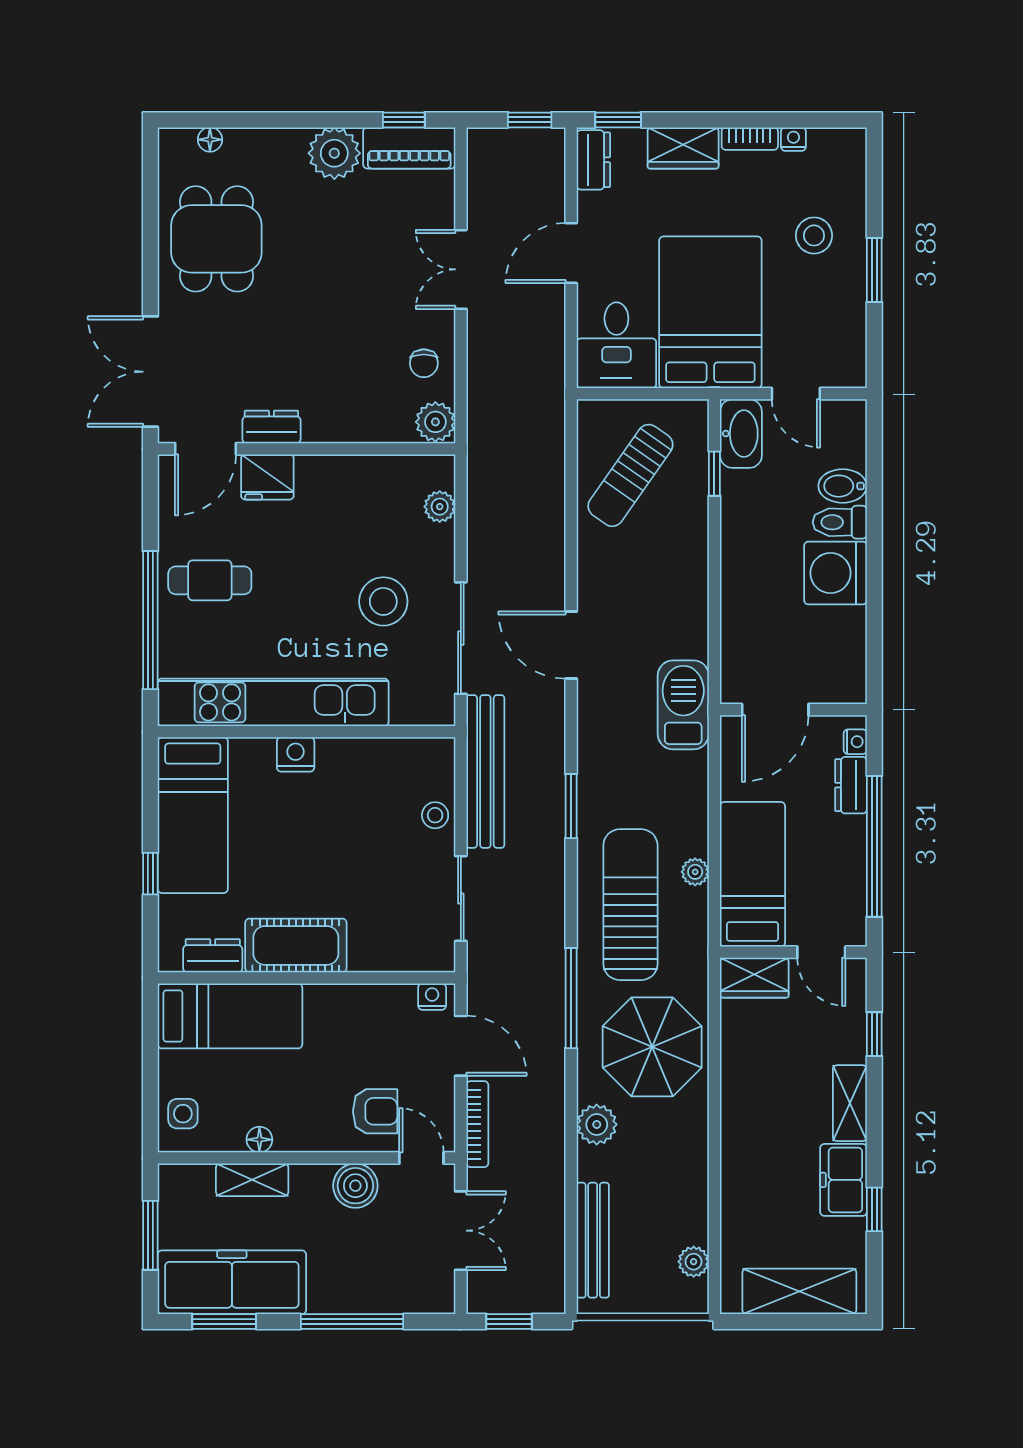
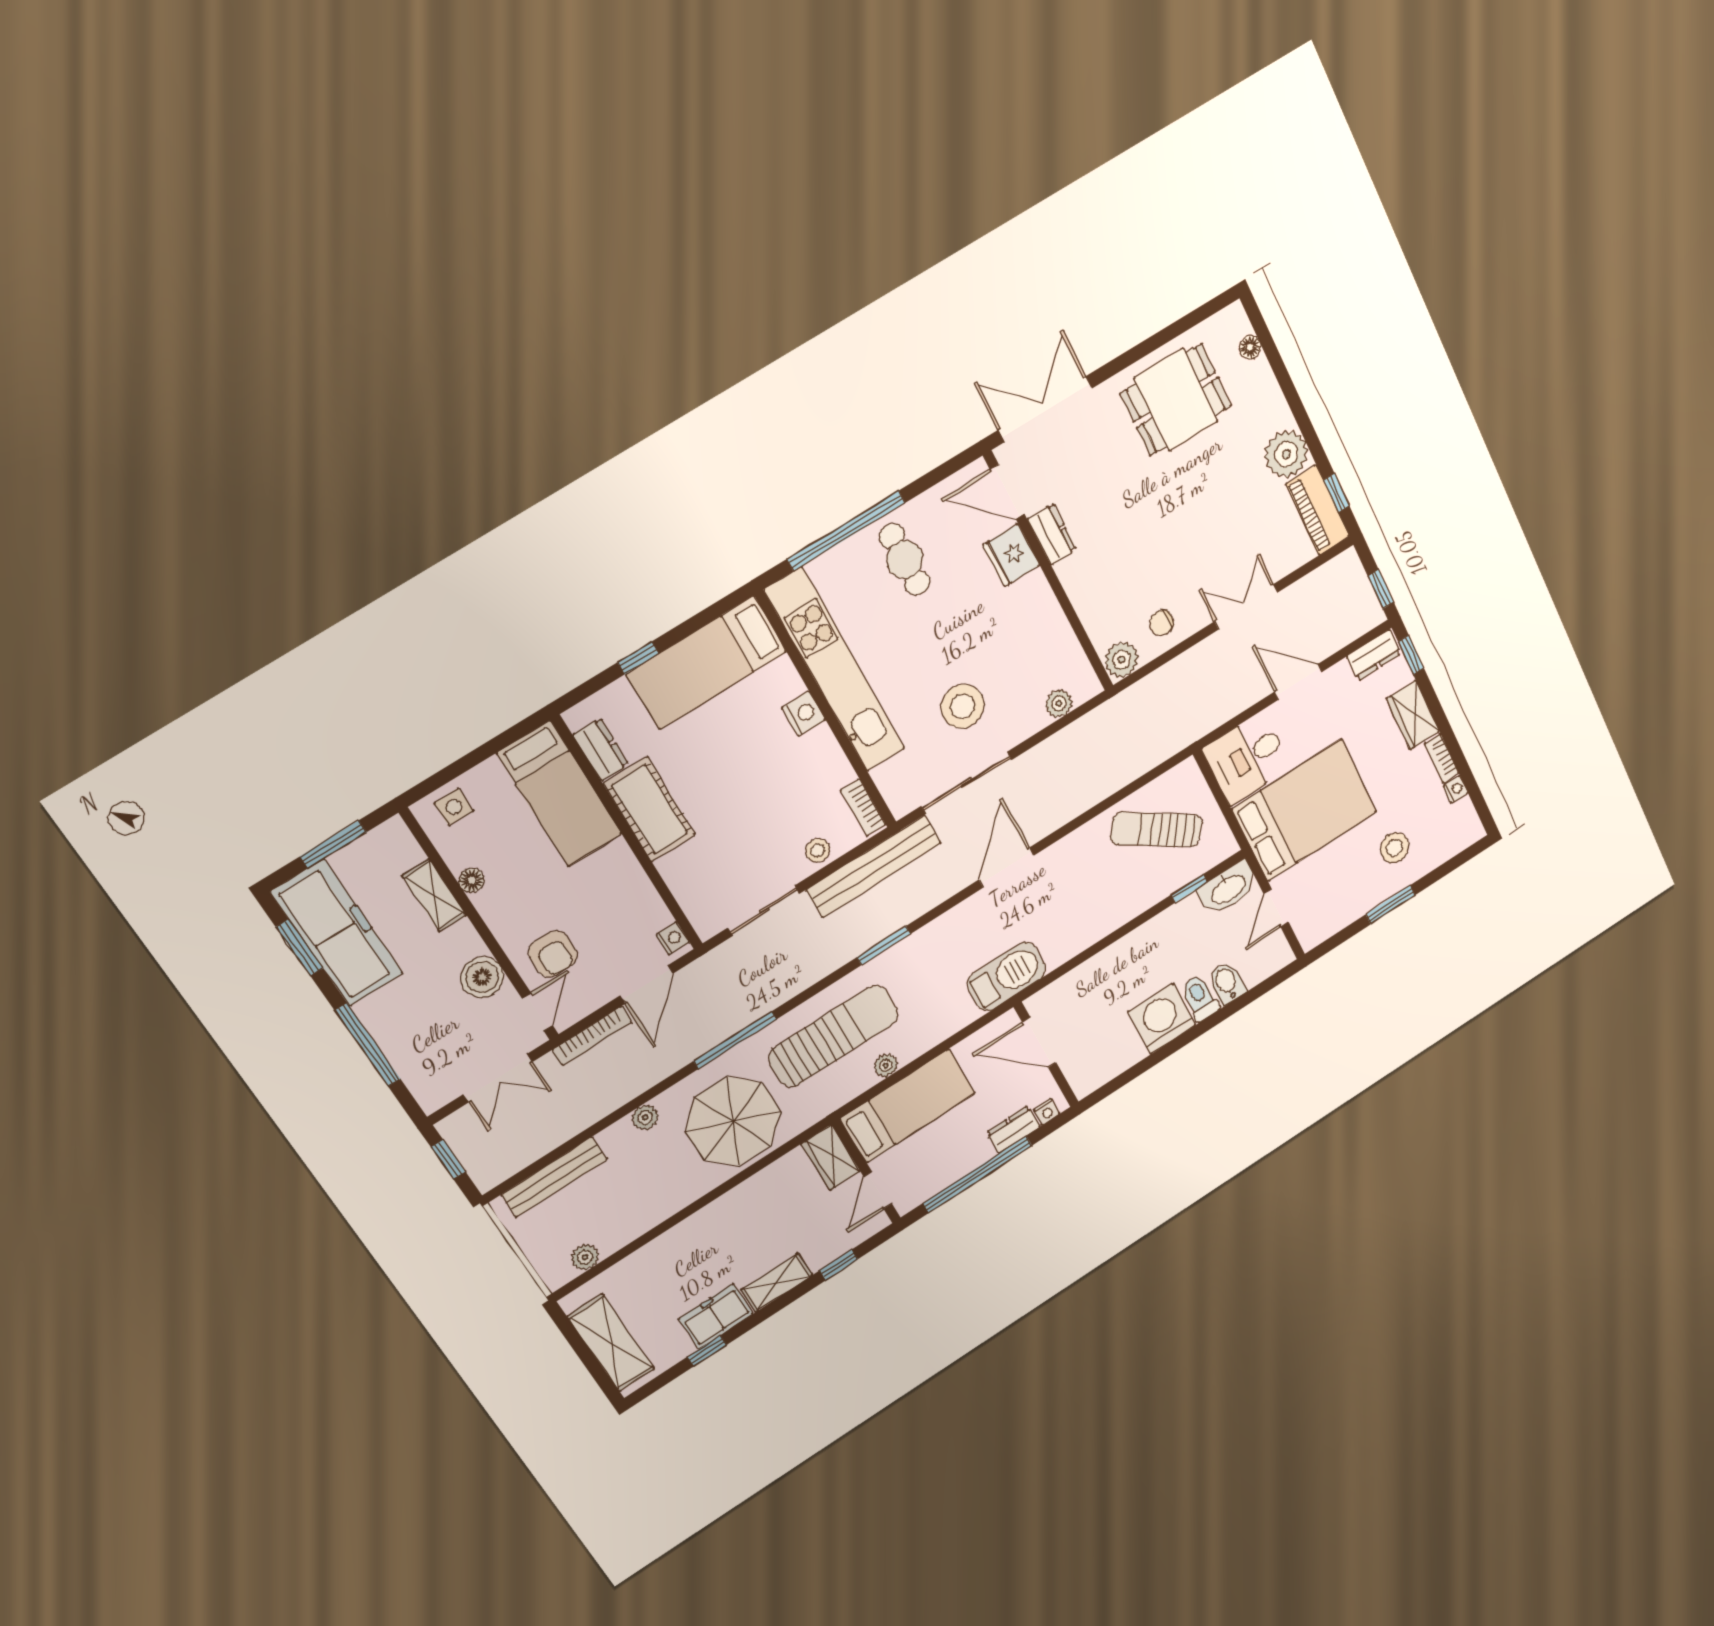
bookcase: (421, 749) -> (863, 807), added
plant: (597, 1124) -> (645, 1118), width x0.73, depth x0.73

